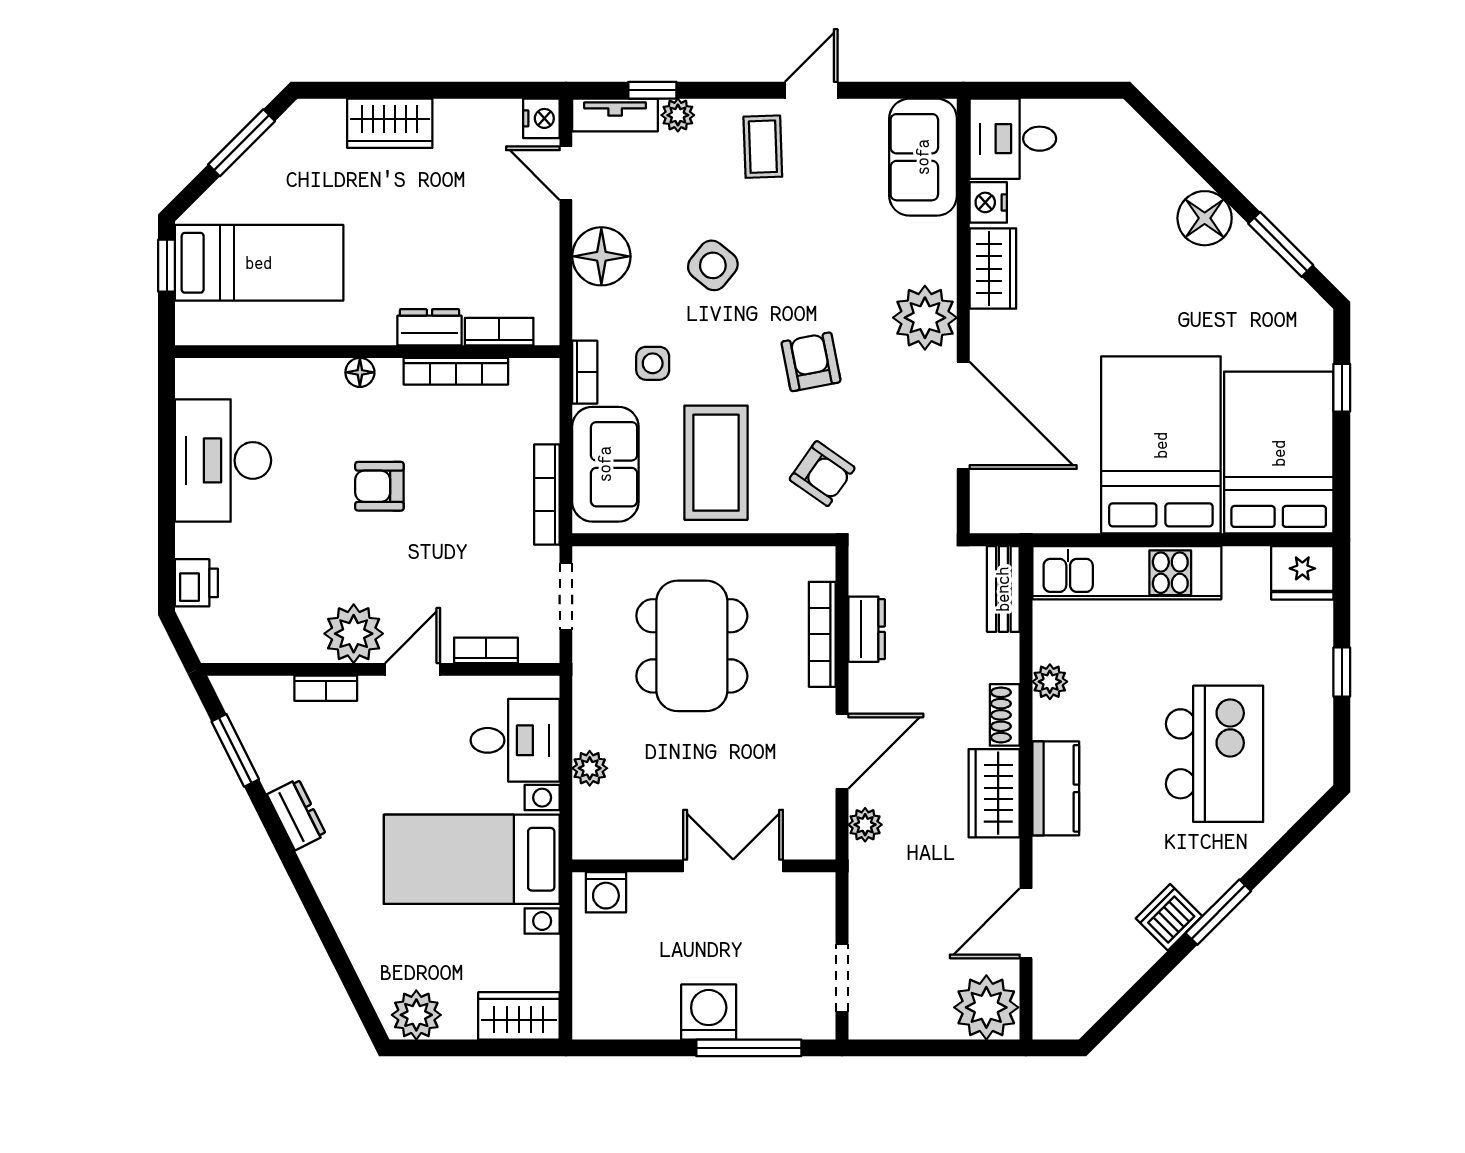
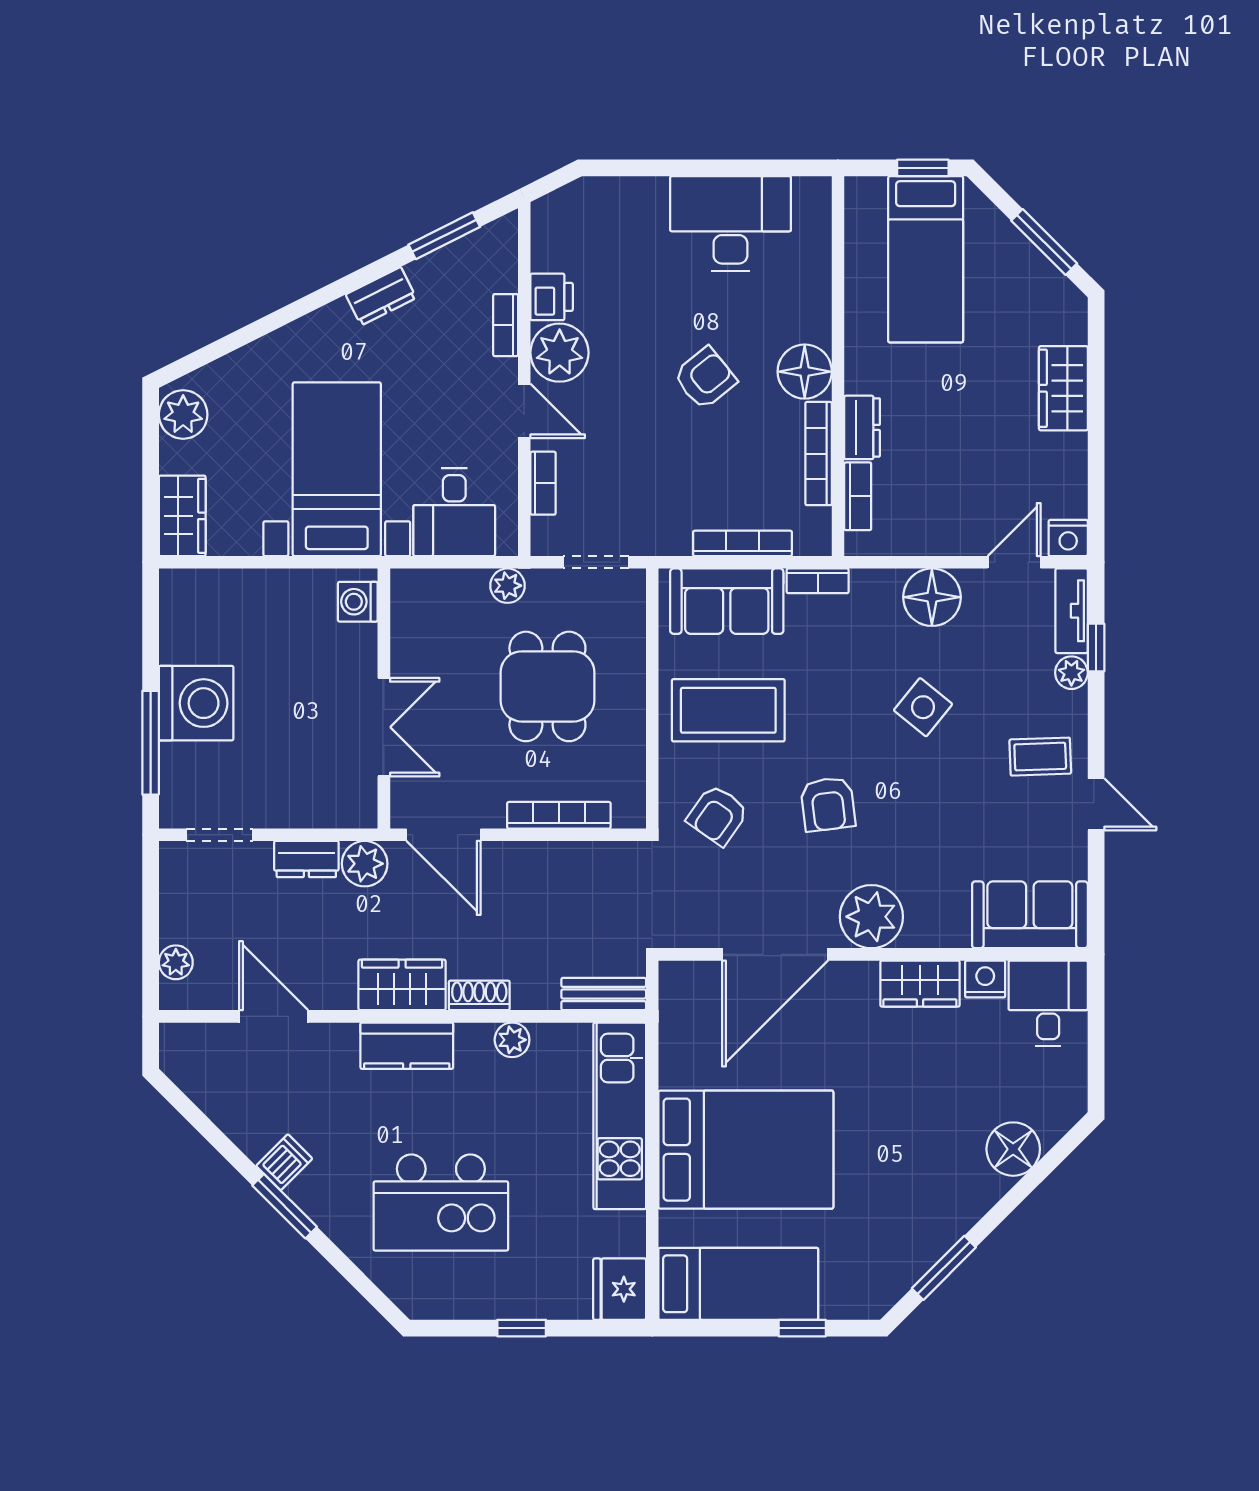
floor lamp: (1205, 218) -> (1013, 1149), moved
armchair: (811, 362) -> (828, 804), turned 94
side table: (653, 363) -> (826, 648), removed
floor lamp: (360, 372) -> (805, 372), width x1.89, depth x1.89
bed: (1279, 453) -> (738, 1284), width x0.67
armchair: (379, 486) -> (705, 378), turned 51
bookcase: (547, 494) -> (743, 543), moved
printer: (196, 583) -> (552, 297), moved, turned -90
dresser: (867, 629) -> (306, 859), moved
dining table: (692, 646) -> (547, 686), width x0.73
plant: (590, 768) -> (507, 586), moved
plant: (865, 825) -> (365, 864), width x1.38, depth x1.38
wall: (704, 866) -> (384, 698), moved
double door: (733, 866) -> (384, 727), moved
washing machine: (606, 892) -> (358, 602), moved
dishwasher: (1169, 917) -> (284, 1162), width x0.73
plant: (986, 1007) -> (176, 962), width x0.53, depth x0.53
washing machine: (709, 1012) -> (196, 703), width x1.37, depth x1.37

